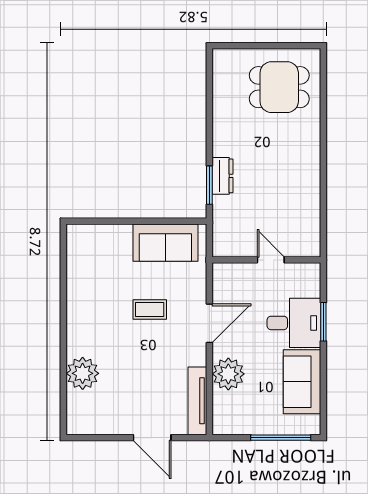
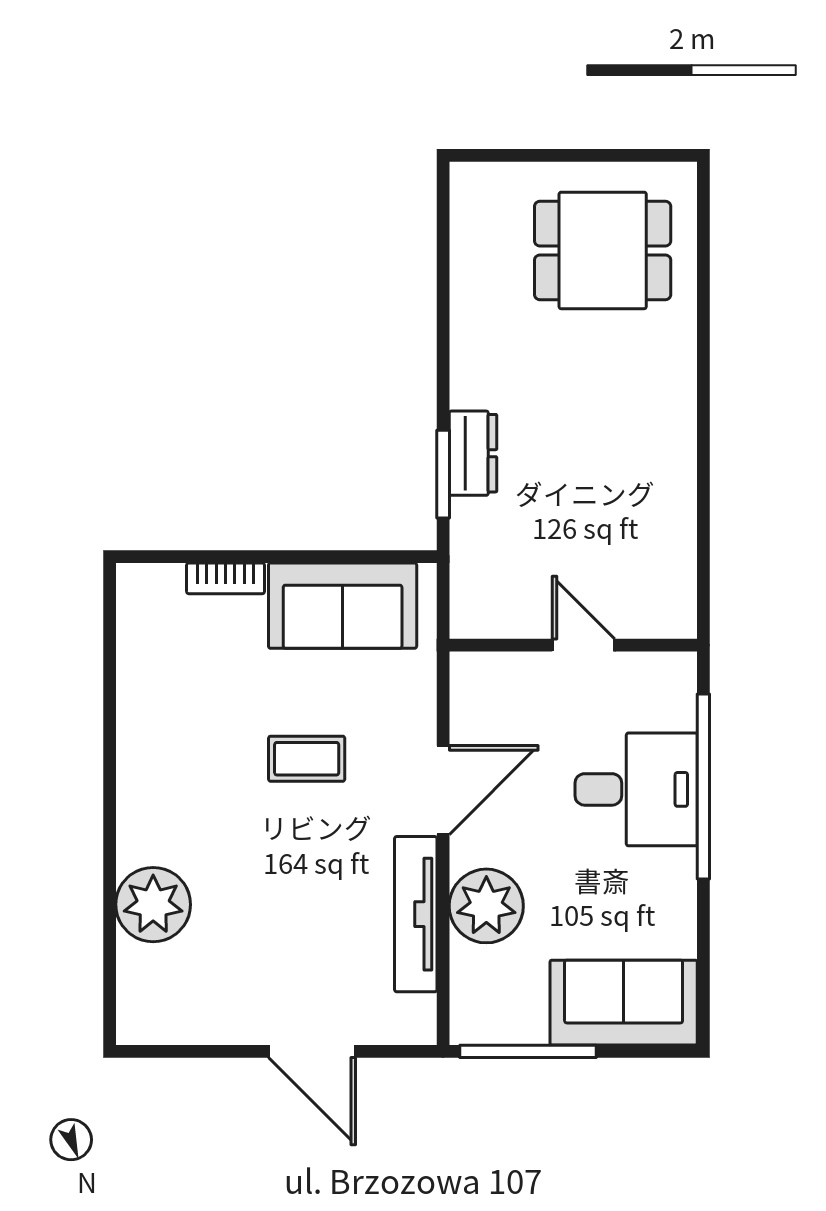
bookcase: (114, 231) -> (226, 578), added
window: (323, 322) -> (703, 786), width x2.11
sofa: (302, 382) -> (624, 1003), moved, turned 90
tv unit: (197, 401) -> (416, 914), moved
window: (281, 438) -> (528, 1051), moved

